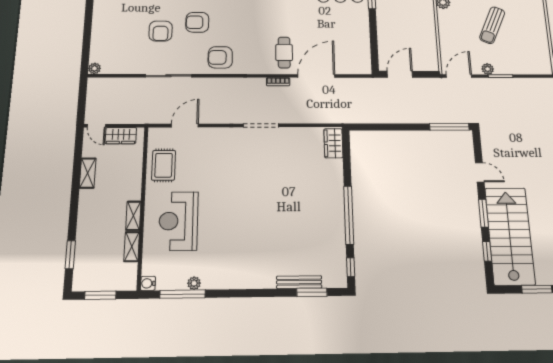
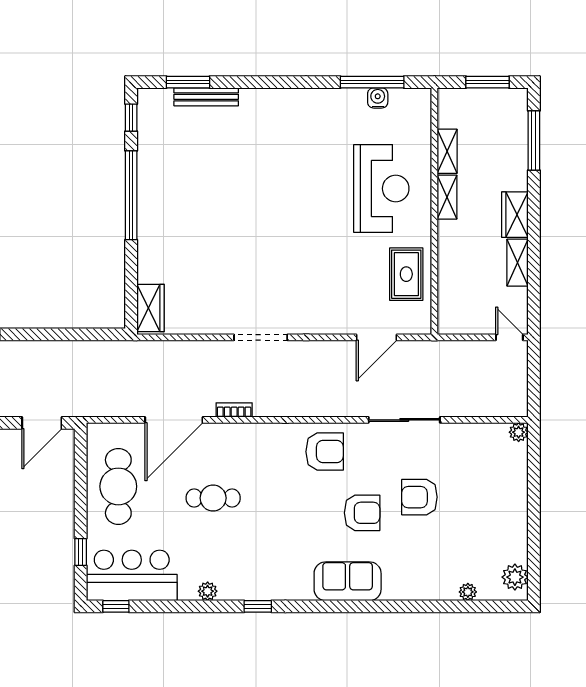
armchair: (161, 31) -> (419, 497), turned -90
cafe table: (350, 38) -> (118, 486), added
cafe table: (284, 53) -> (213, 498), moved, turned 90
wardrobe: (121, 136) -> (515, 215), moved, turned -90
window: (70, 255) -> (534, 140), width x1.44
water cooler: (148, 283) -> (378, 98), moved, turned -90
plant: (194, 283) -> (356, 97), removed

